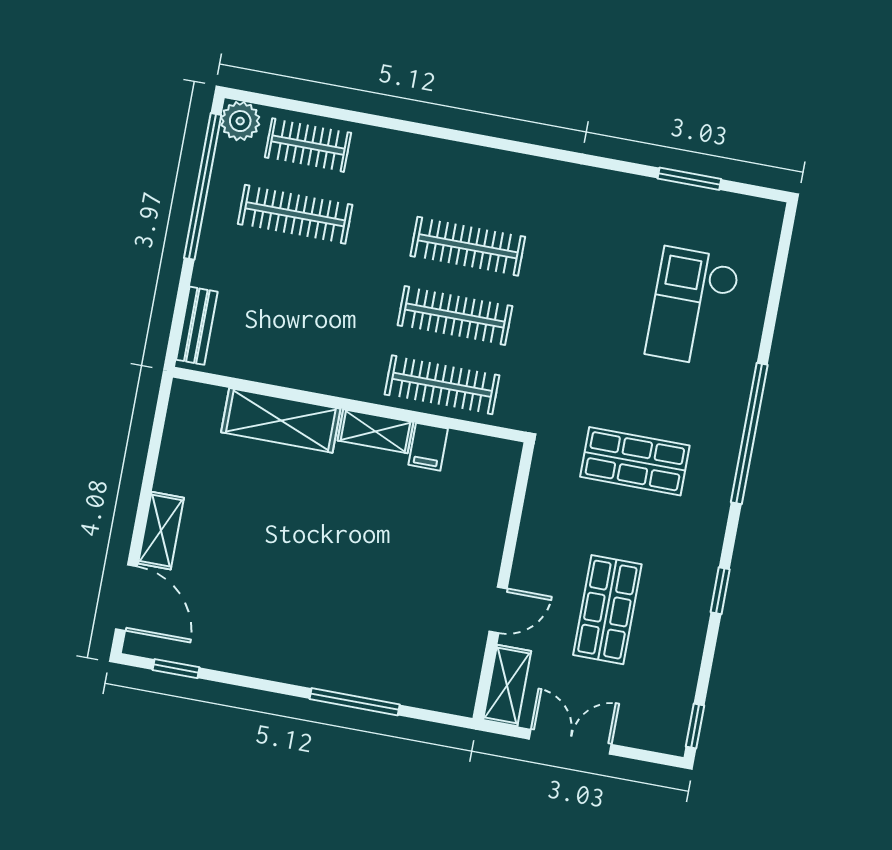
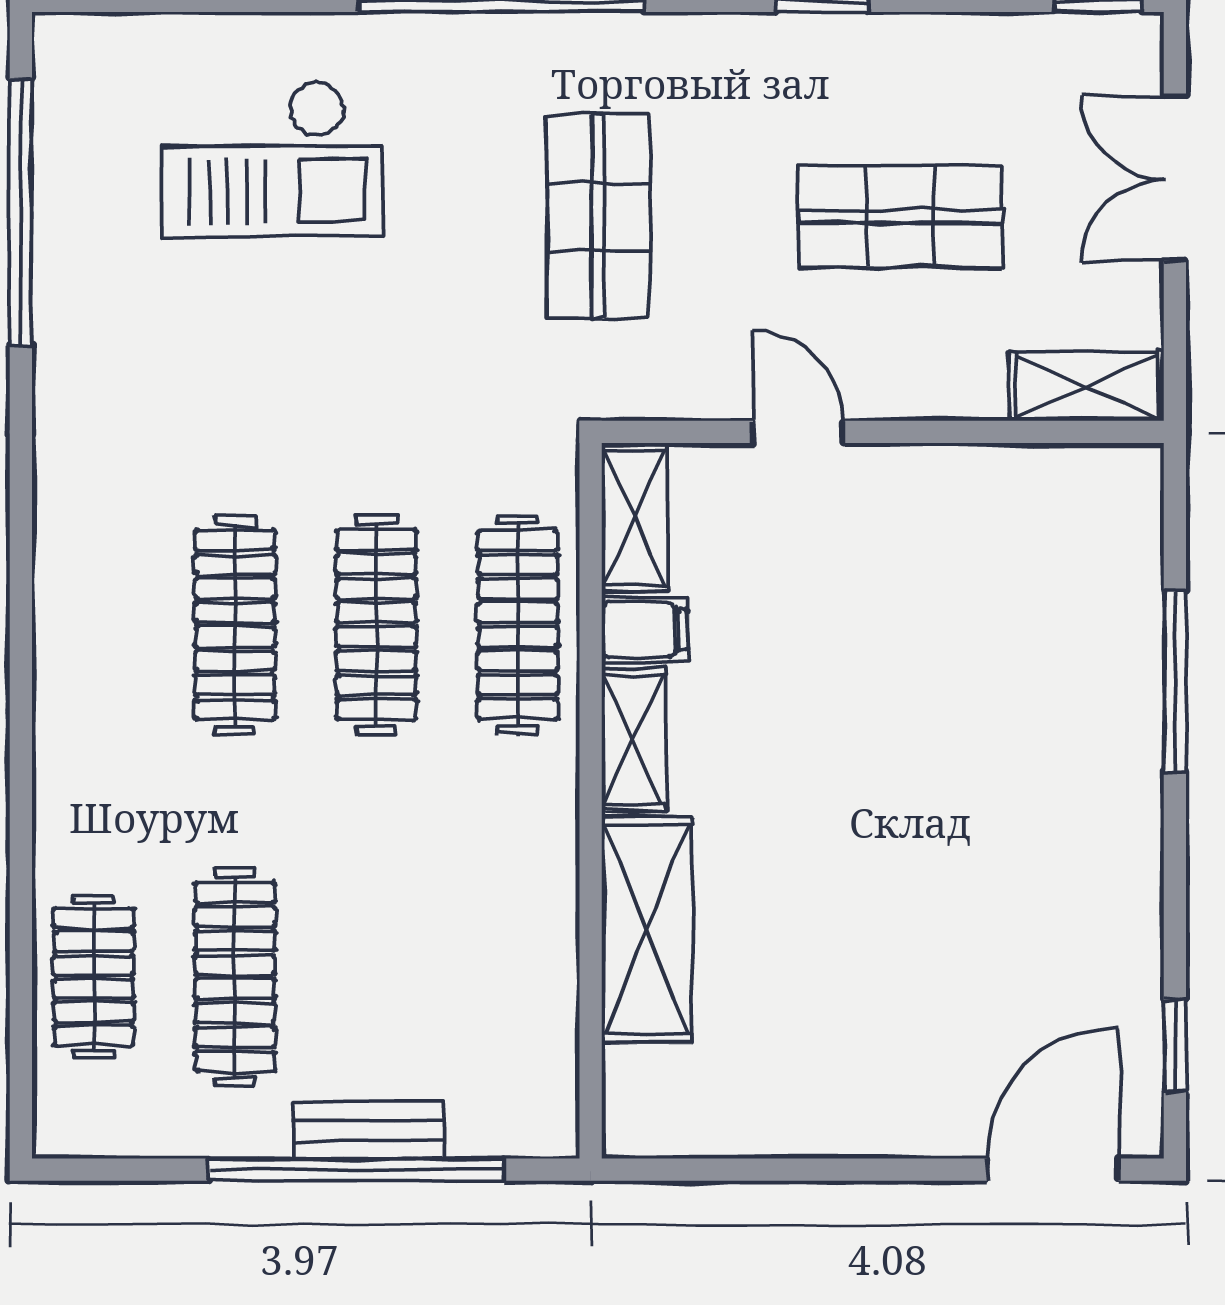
plant: (240, 121) -> (71, 1119), removed
window: (689, 179) -> (21, 212), width x2.11
window: (203, 186) -> (357, 1170), moved
bench: (197, 326) -> (369, 1130), moved
shelving: (161, 531) -> (635, 518), moved, turned 90
door: (498, 610) -> (798, 432), moved
double door: (570, 742) -> (1175, 178), moved

